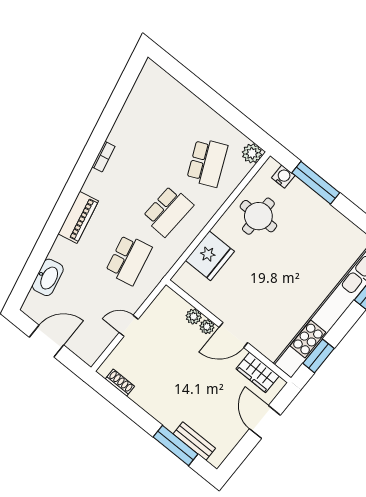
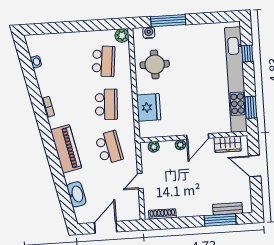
washbasin: (135, 97) -> (36, 62), added
school desk: (207, 163) -> (104, 61), turned 30
piano: (78, 217) -> (66, 149), width x1.37, depth x1.33
plant: (194, 317) -> (154, 147), moved
shoe rack: (120, 383) -> (162, 214), width x1.43

